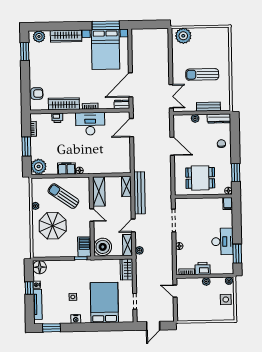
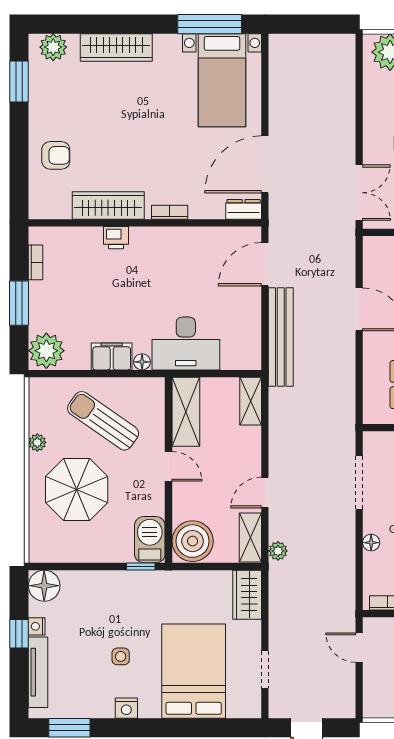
bed with nightstands: (105, 49) -> (222, 80), width x0.73
armchair: (37, 94) -> (56, 155), moved
printer: (57, 118) -> (116, 238), moved
desk: (90, 124) -> (186, 344), moved, turned 180
bench: (139, 193) -> (281, 337), moved

